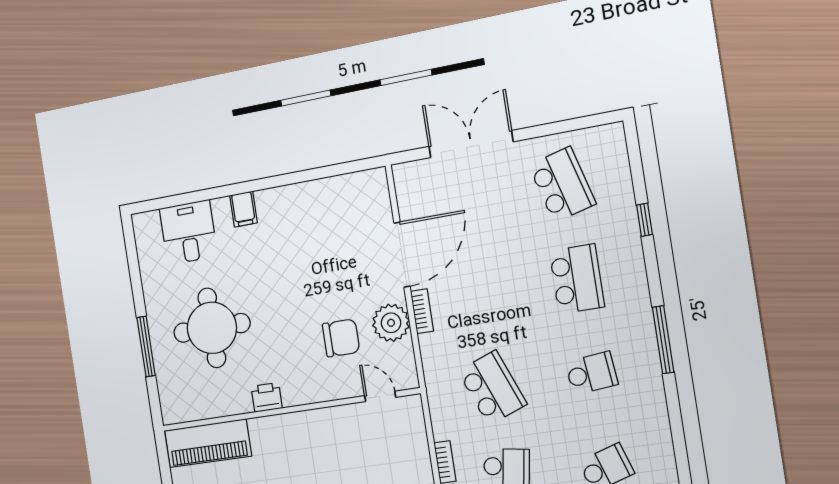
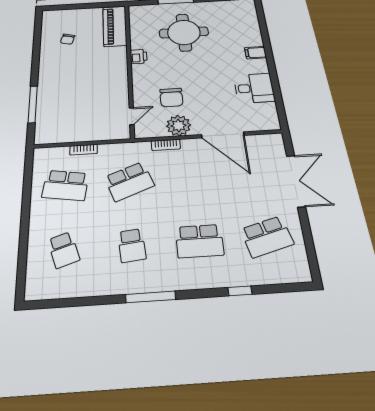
desk: (188, 232) -> (254, 88), moved
bookcase: (422, 311) -> (166, 145), moved

